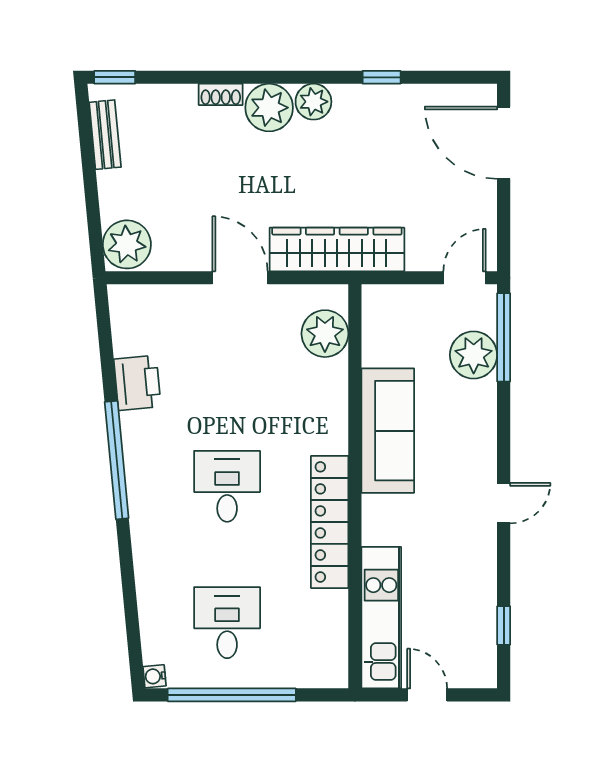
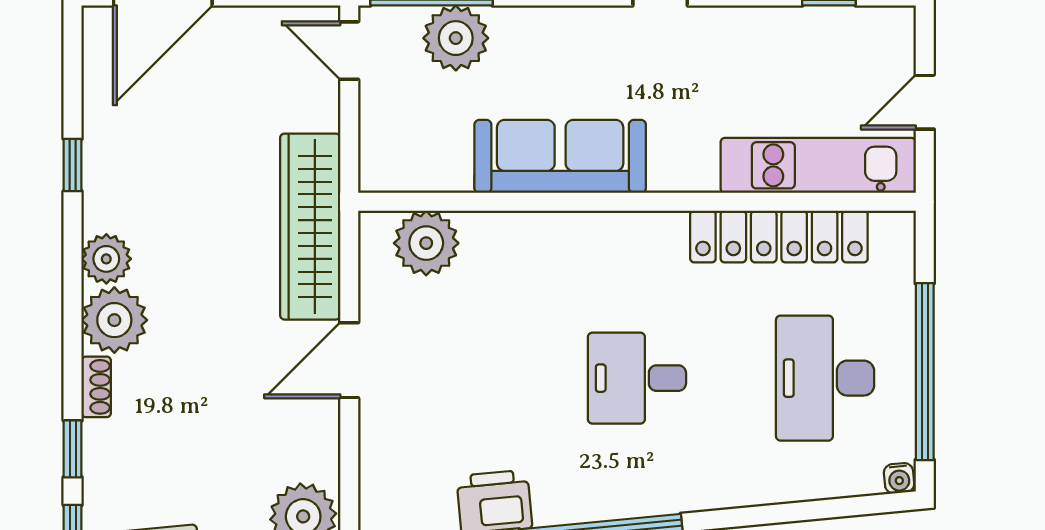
window: (176, 77) -> (73, 449), added
locker: (330, 522) -> (779, 237), moved
desk: (227, 623) -> (825, 378), width x1.37

